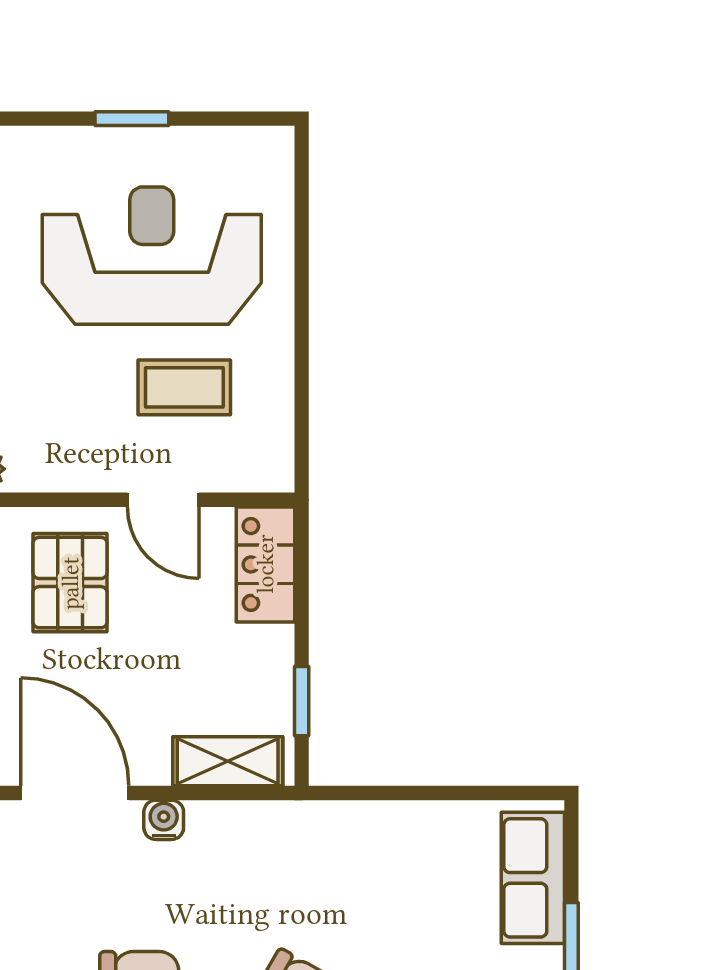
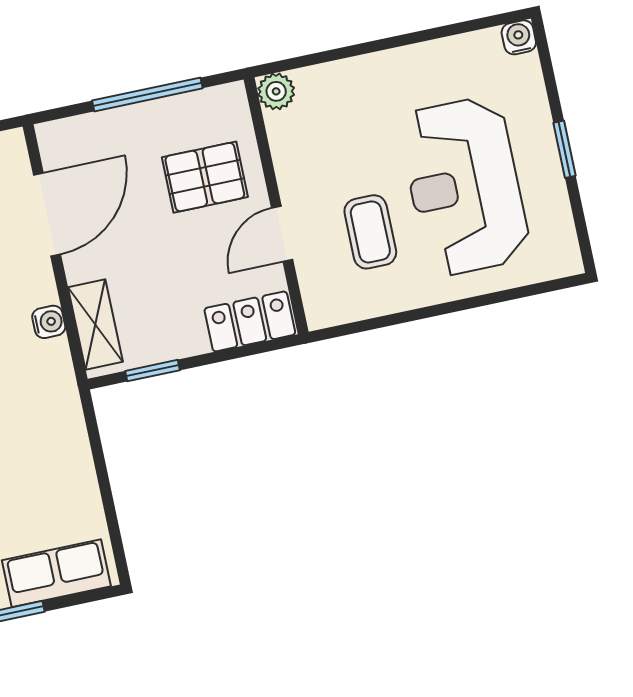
reception desk: (152, 256) -> (464, 186), turned 180
water cooler: (164, 820) -> (49, 322), moved

